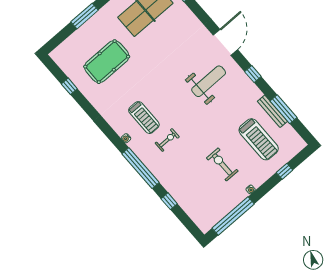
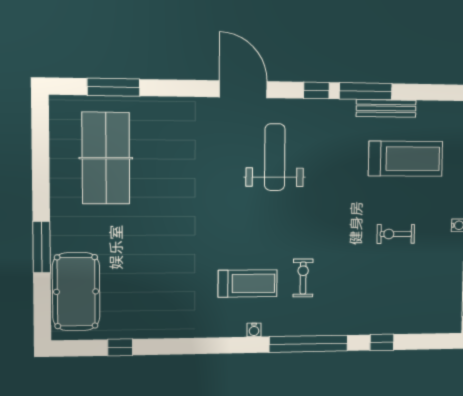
pool table: (107, 62) -> (76, 292), moved
window: (283, 109) -> (366, 91), moved
exercise bike: (222, 164) -> (396, 234), width x0.73, depth x0.72

